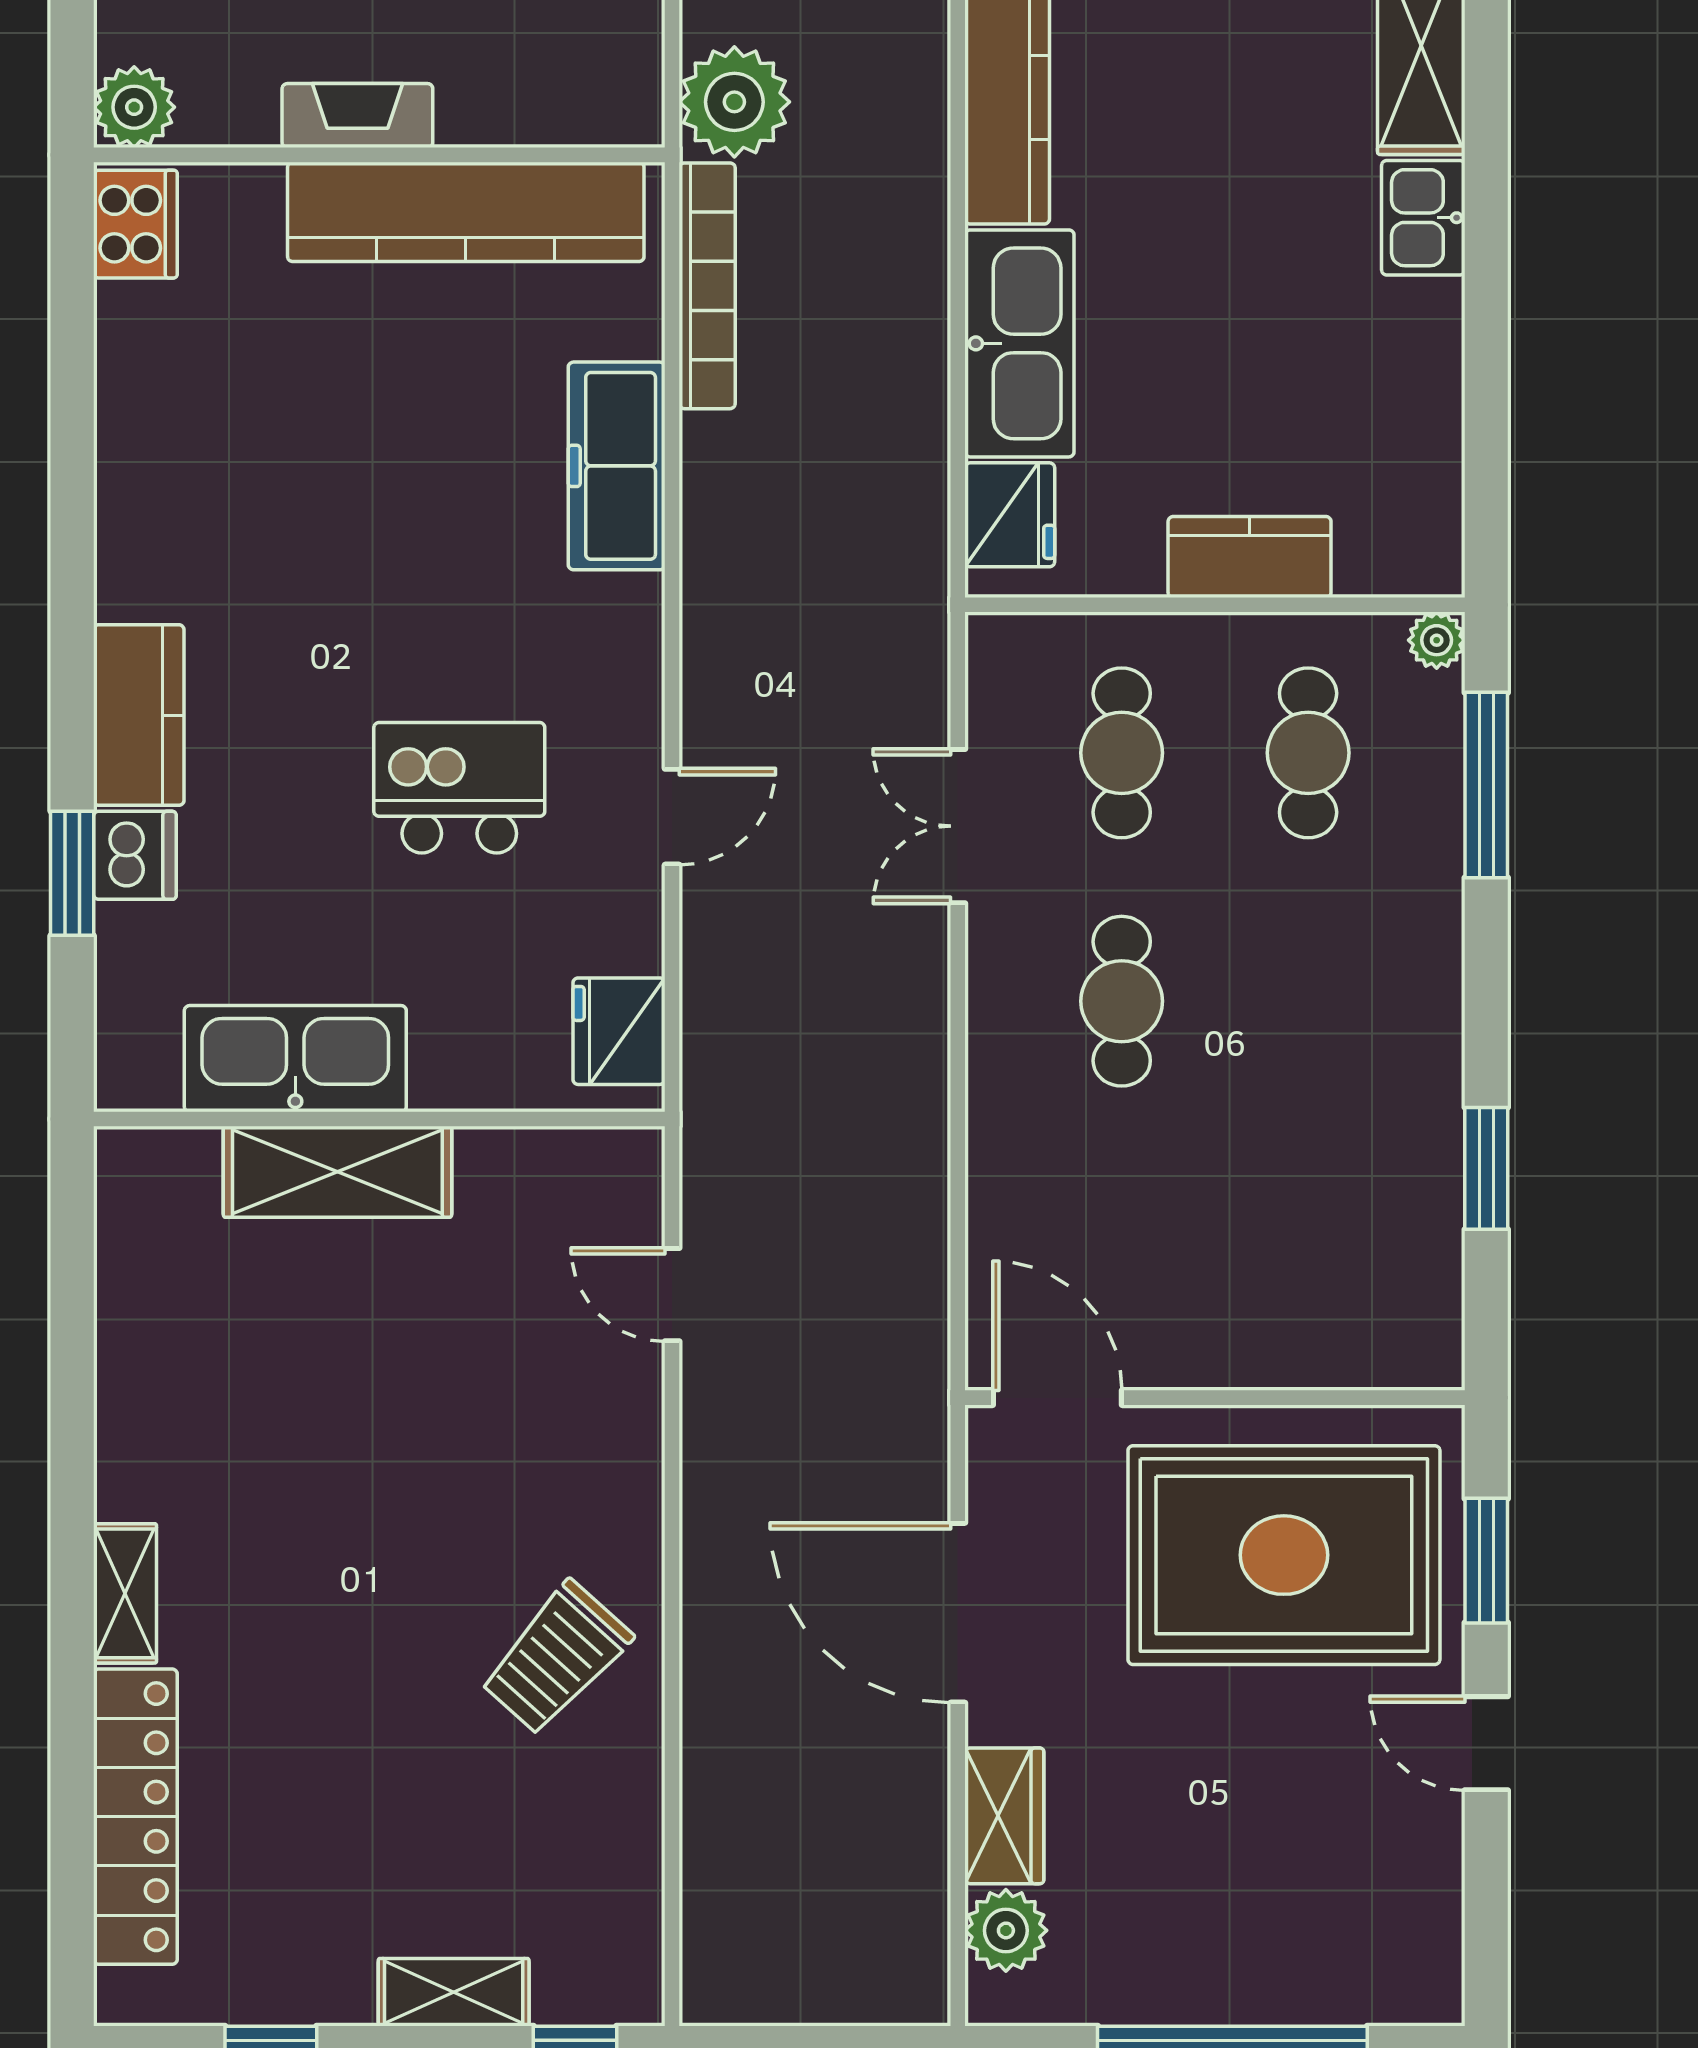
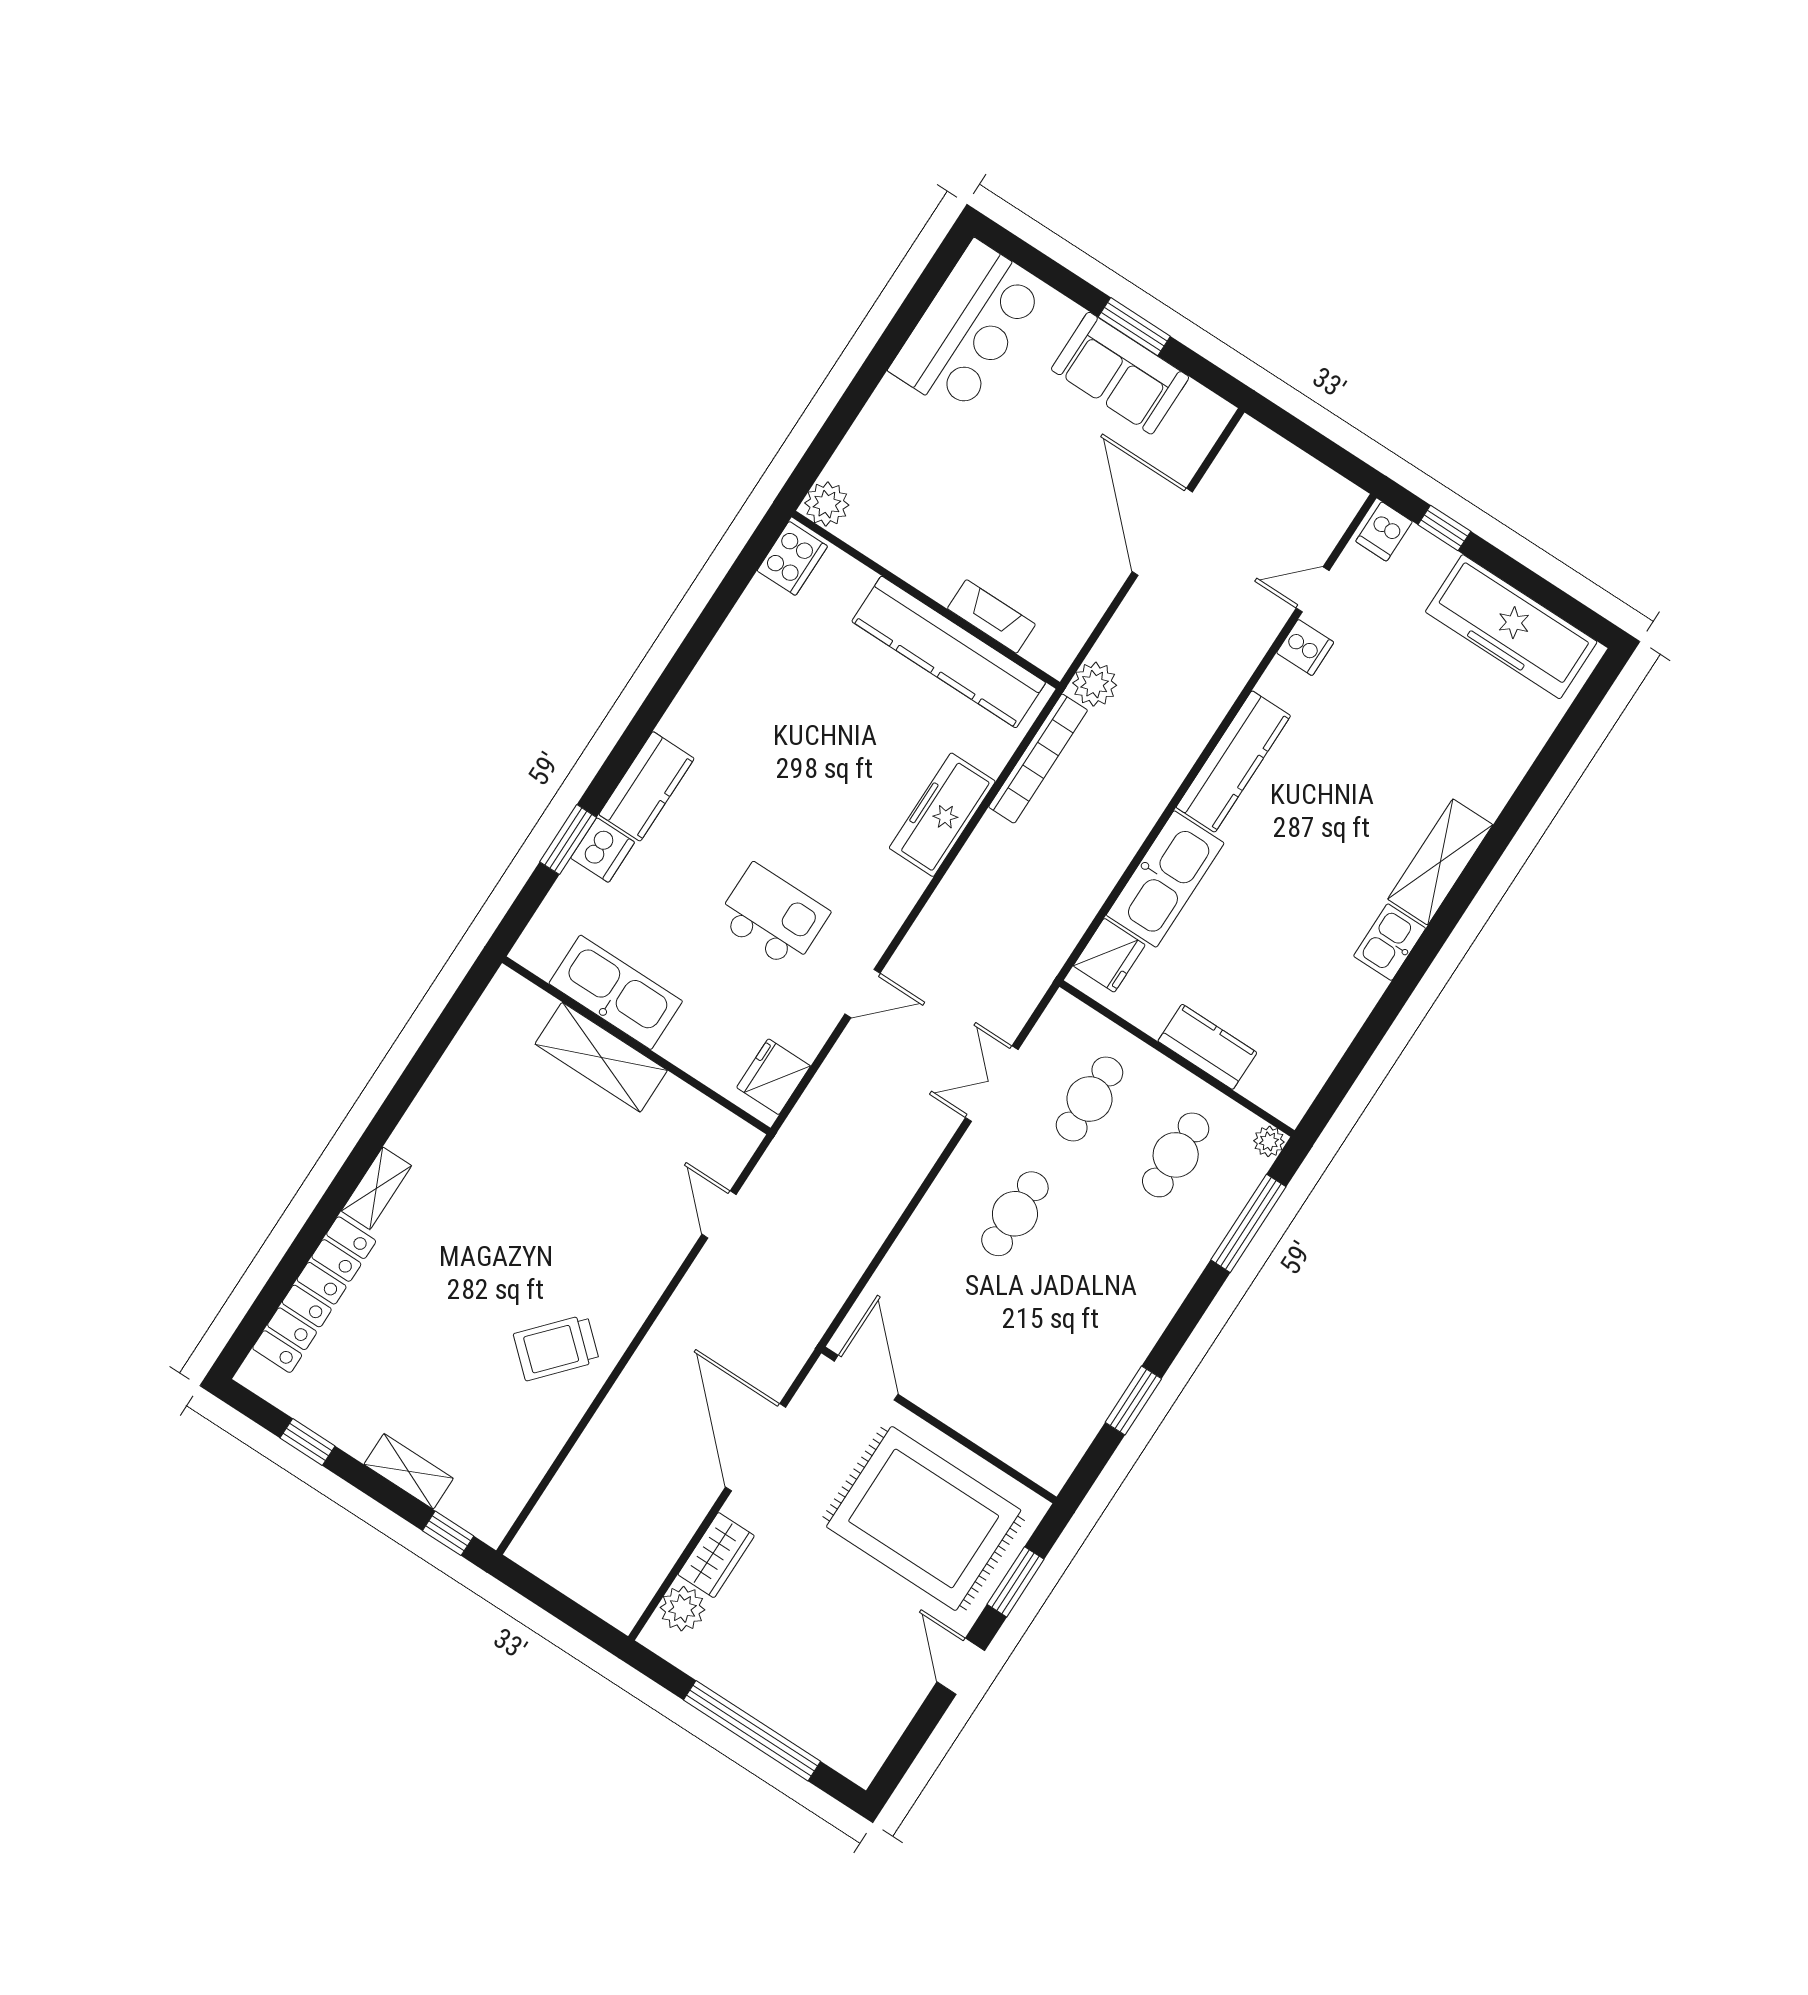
plant: (734, 102) -> (1095, 684), width x0.73, depth x0.73
fireplace: (357, 116) -> (991, 616), moved

